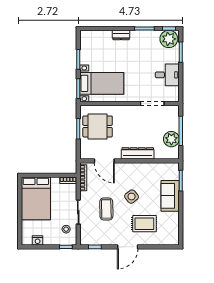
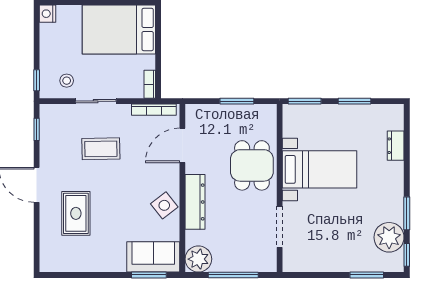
dresser: (121, 35) -> (396, 146), moved
plant: (169, 39) -> (389, 237), moved
desk: (167, 75) -> (328, 252), removed
bed with nightstands: (102, 83) -> (320, 169), moved, turned -90
dining table: (98, 126) -> (252, 165), moved
plant: (171, 139) -> (198, 259), moved
sofa: (170, 196) -> (153, 257), moved
side table: (132, 197) -> (164, 205), moved
nightstand: (38, 240) -> (47, 14), moved

